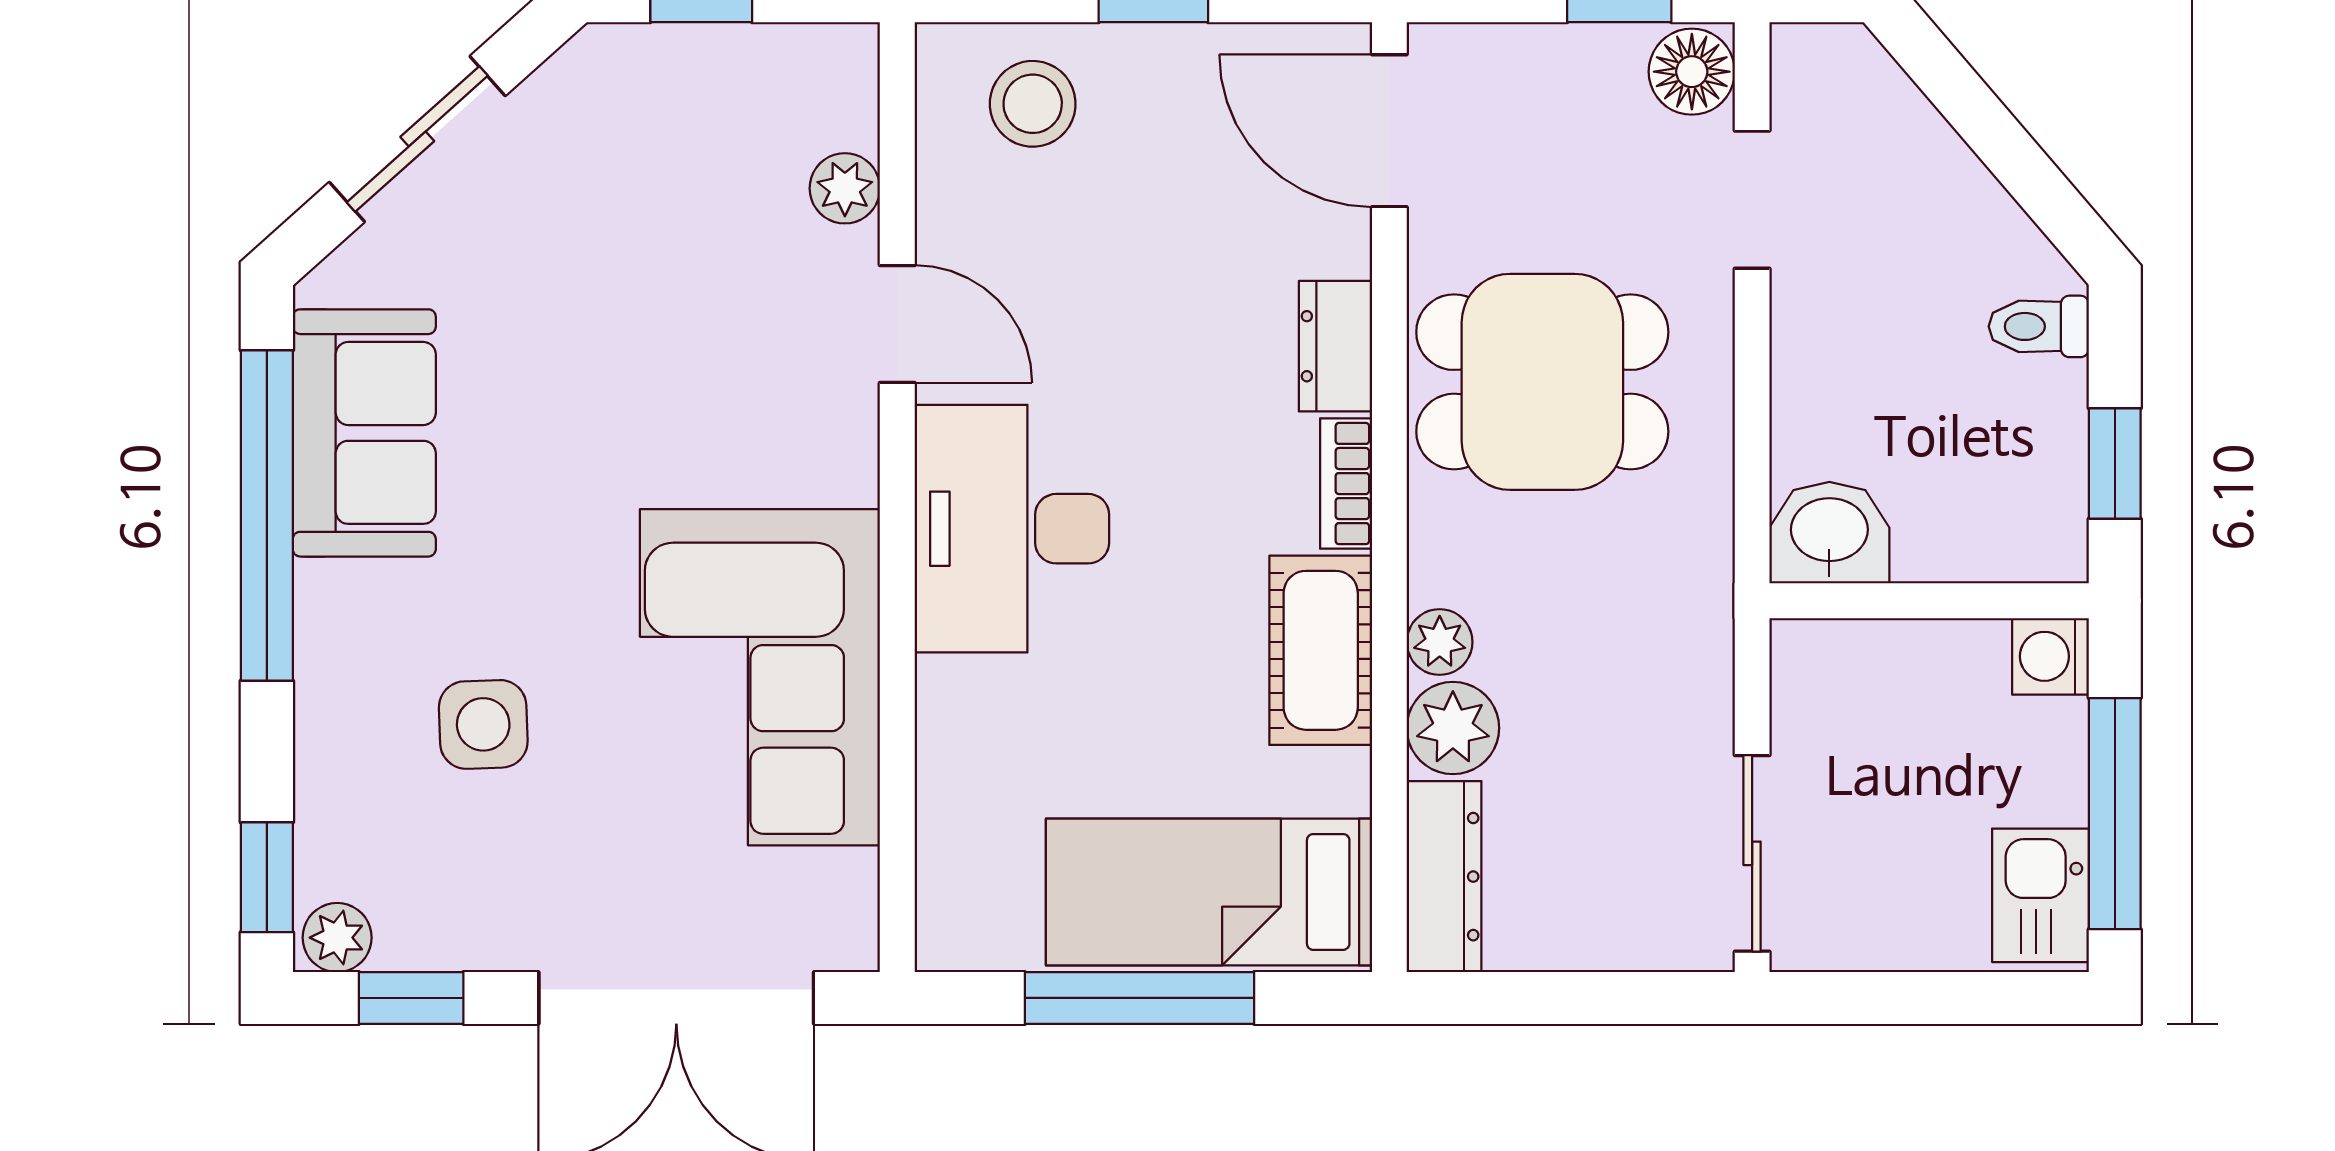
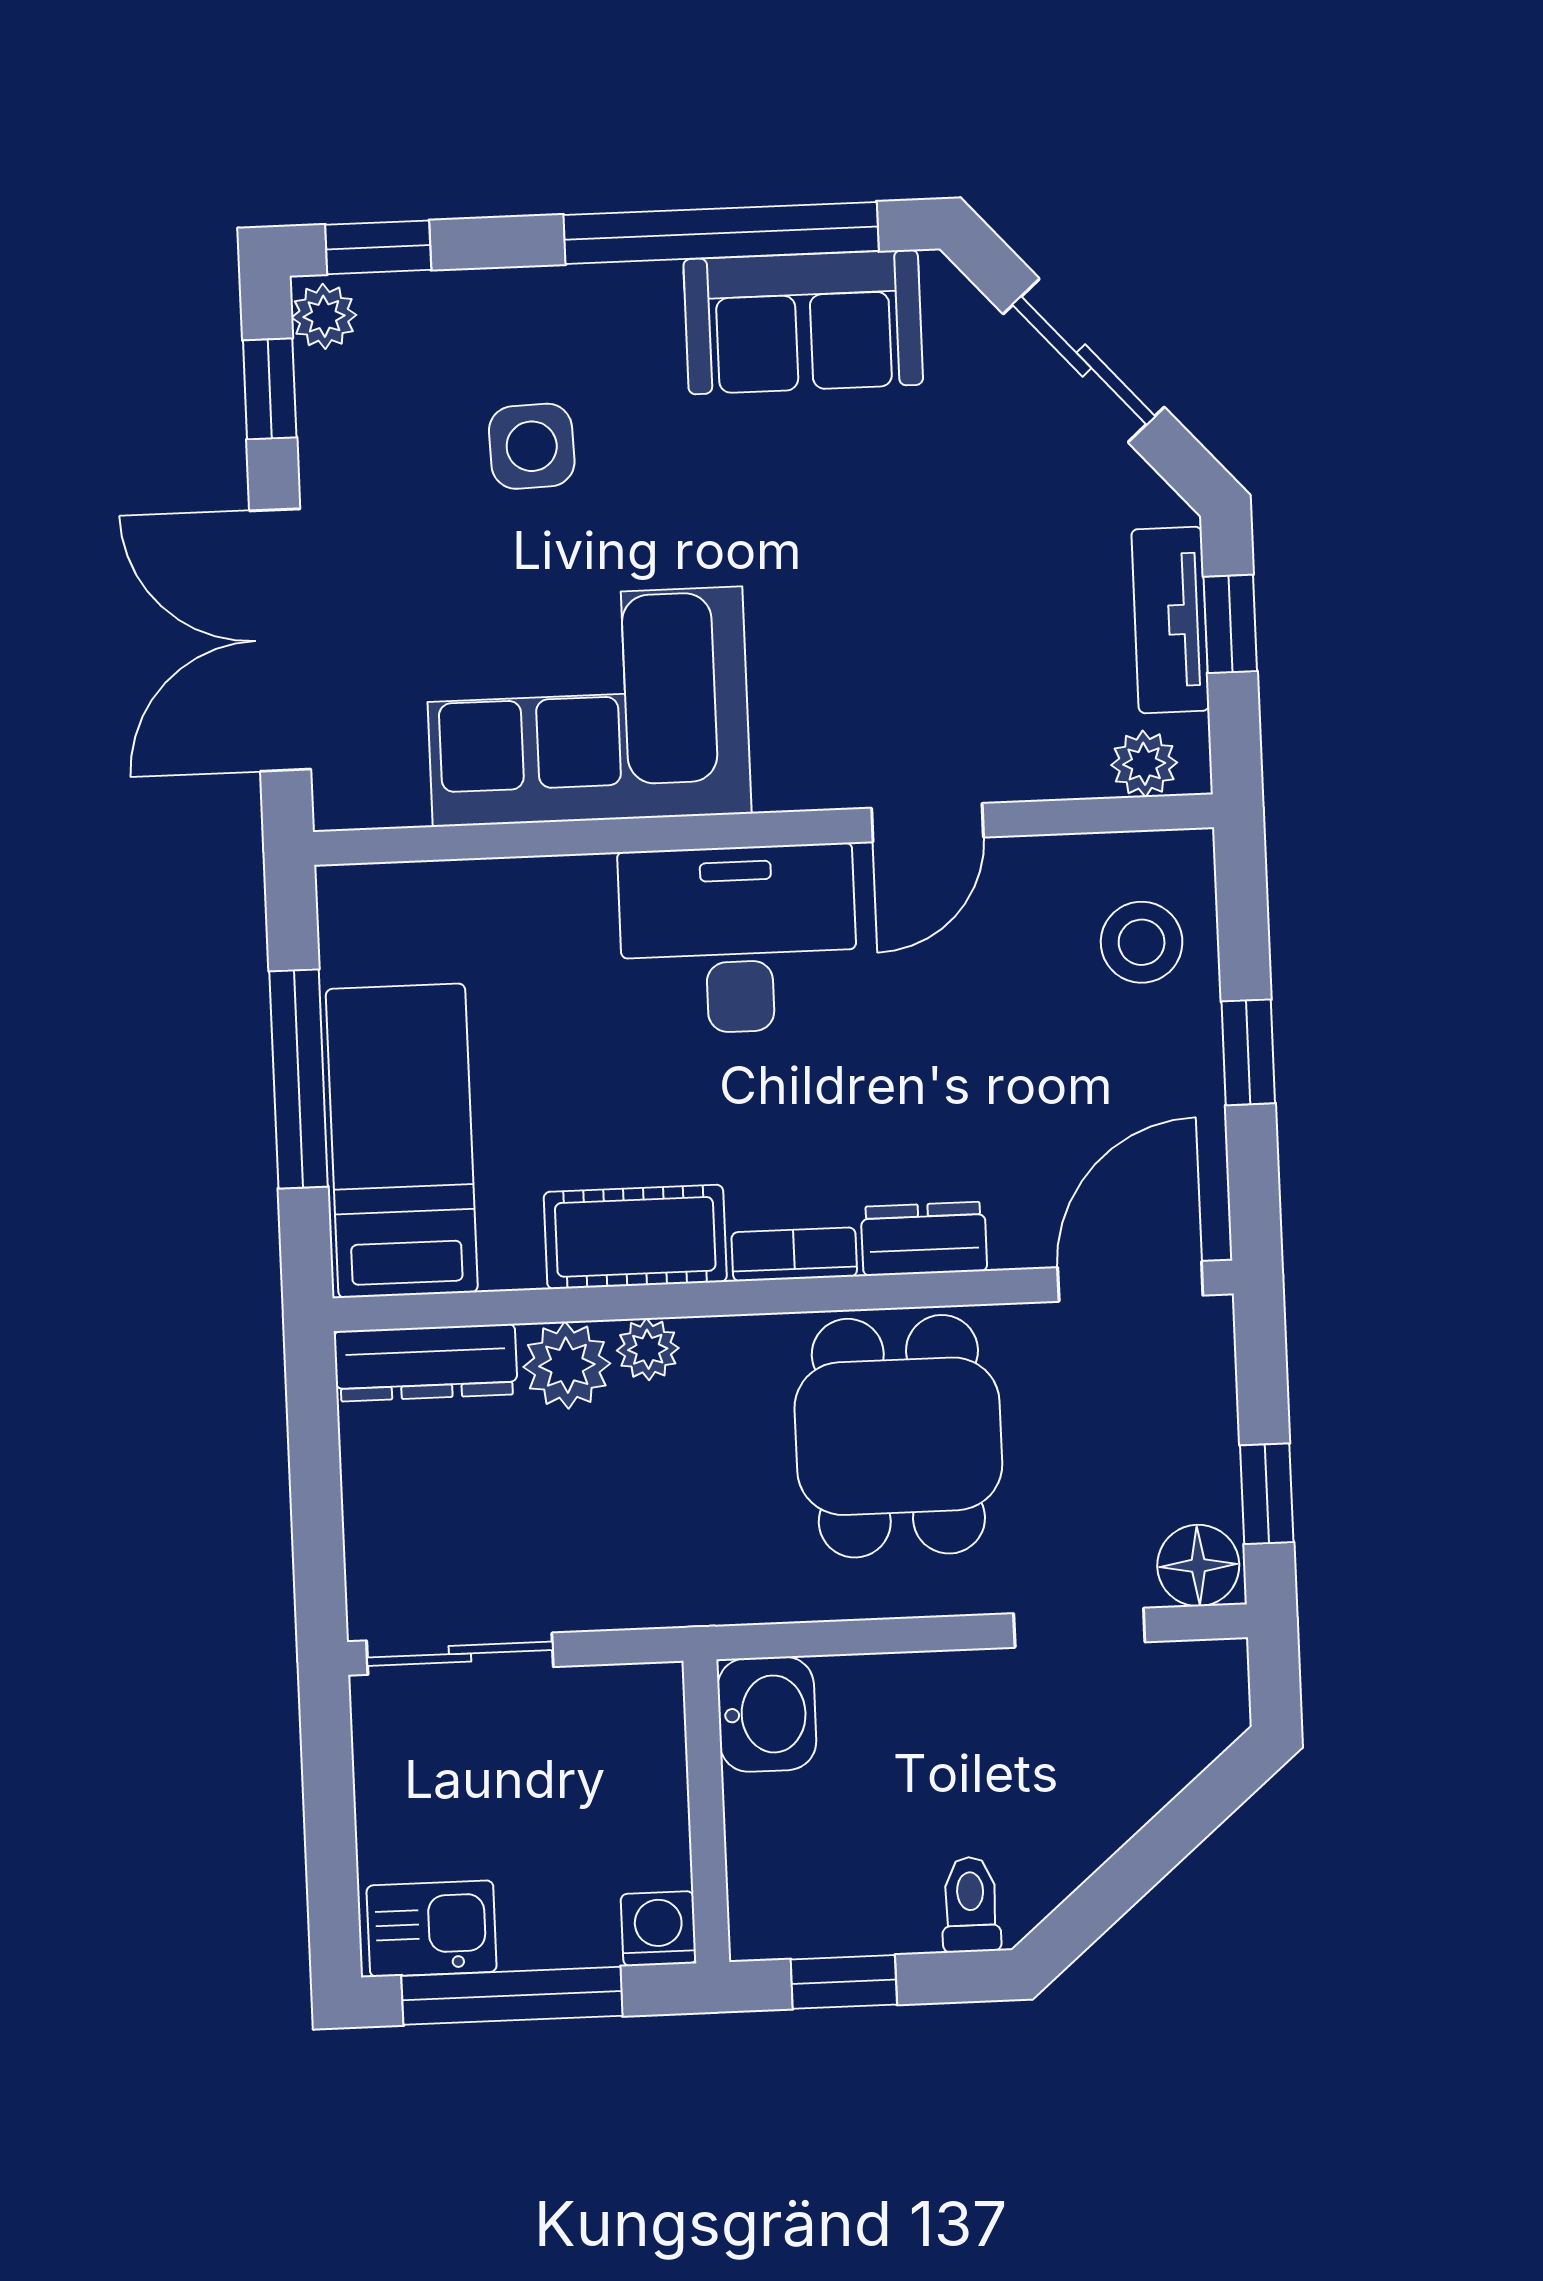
tv unit: (694, 59) -> (1170, 620), added
plant: (845, 188) -> (1144, 764), moved

